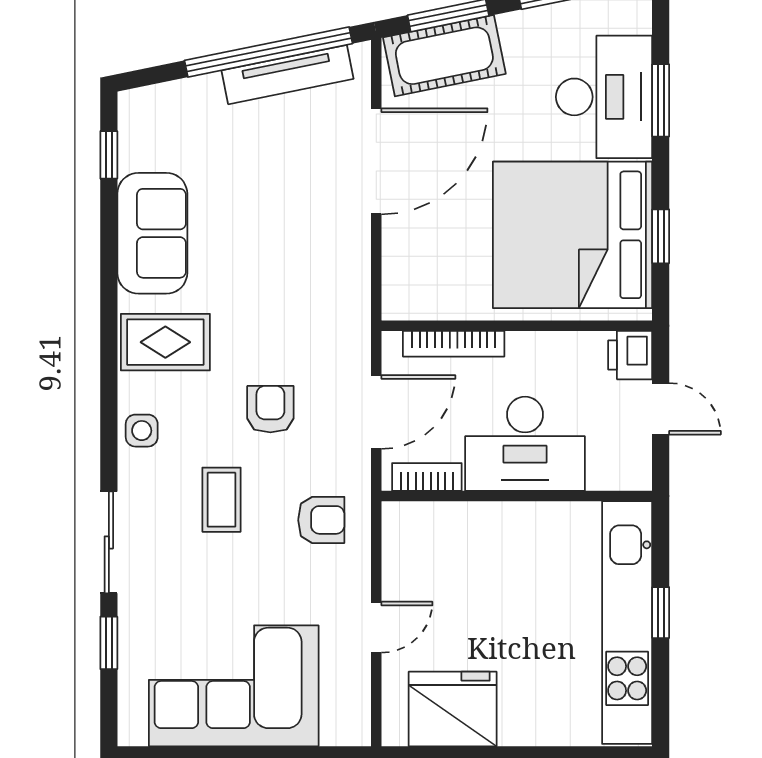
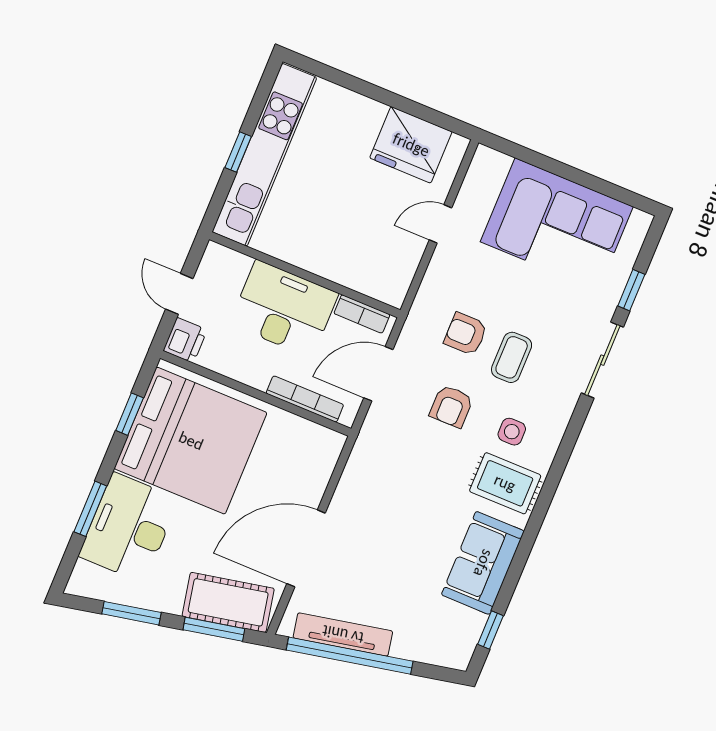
side table: (142, 431) -> (512, 432), moved
armchair: (321, 520) -> (466, 334), moved

